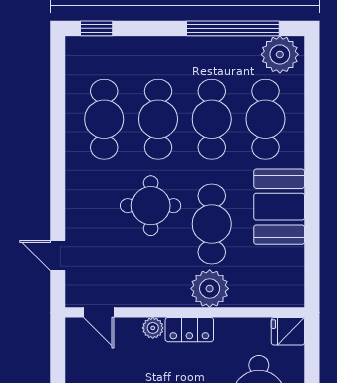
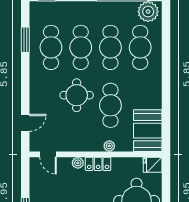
window: (58, 105) -> (25, 40), added
booth: (279, 207) -> (148, 131), moved
door: (58, 256) -> (25, 123), swing flipped
plant: (210, 289) -> (109, 146), width x0.53, depth x0.53

